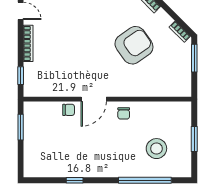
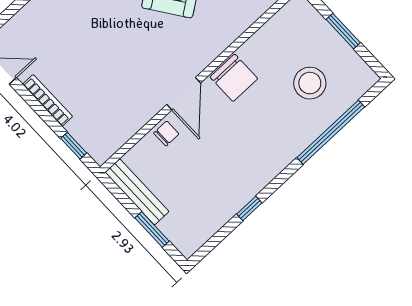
chair: (124, 113) -> (234, 78), width x1.87, depth x1.87
bench: (30, 124) -> (137, 192), added
window: (21, 127) -> (152, 229), moved

